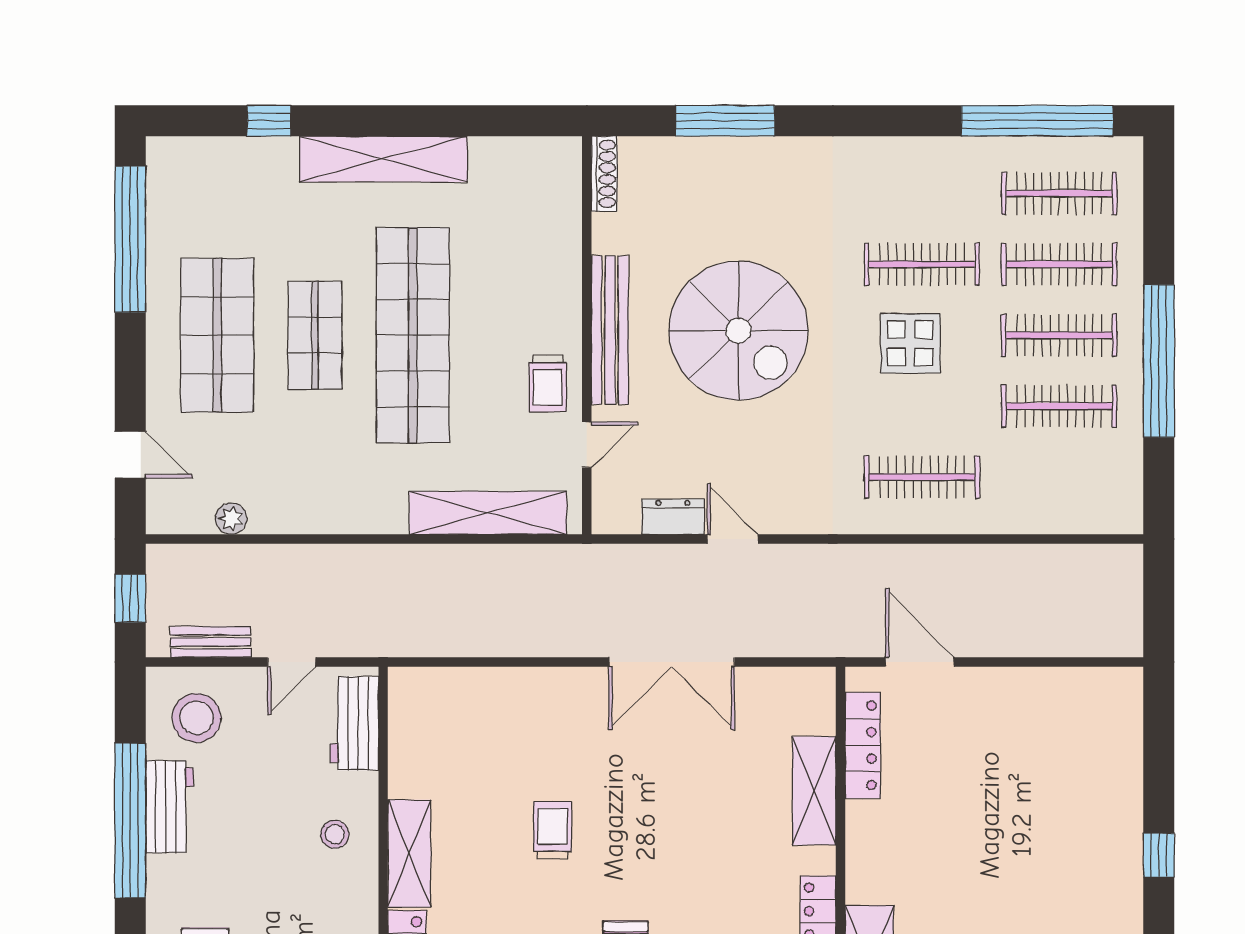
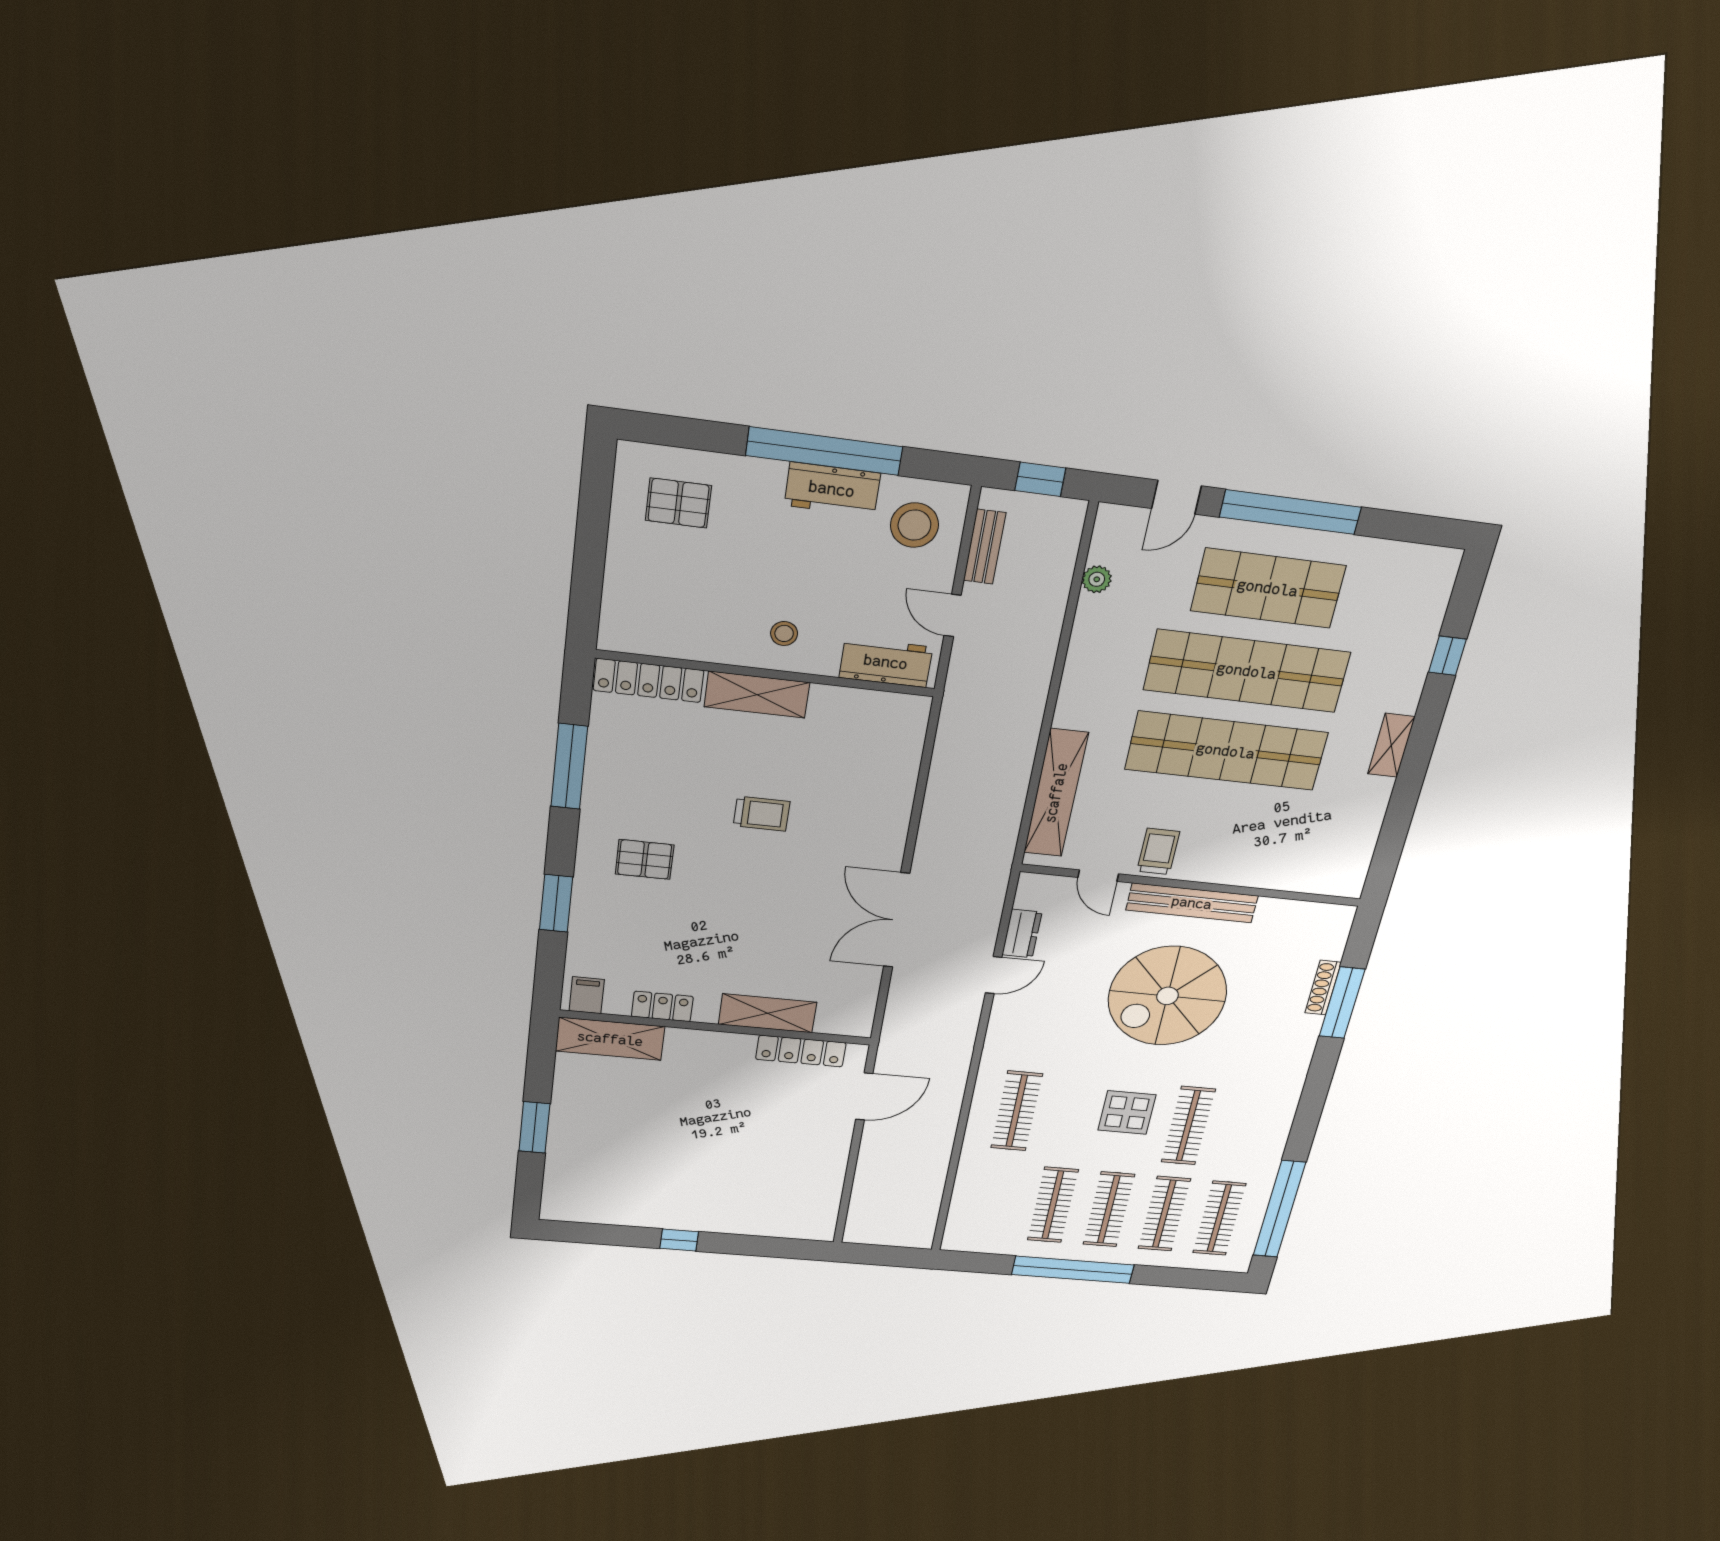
shelving: (383, 159) -> (1391, 745), width x0.45, depth x0.75
shoe rack: (604, 174) -> (1323, 988), moved, turned 90
window: (130, 239) -> (1290, 512), moved
shop shelf: (315, 335) -> (1247, 671), width x2.00, depth x1.36
trolley: (548, 383) -> (1158, 851), turned 90

